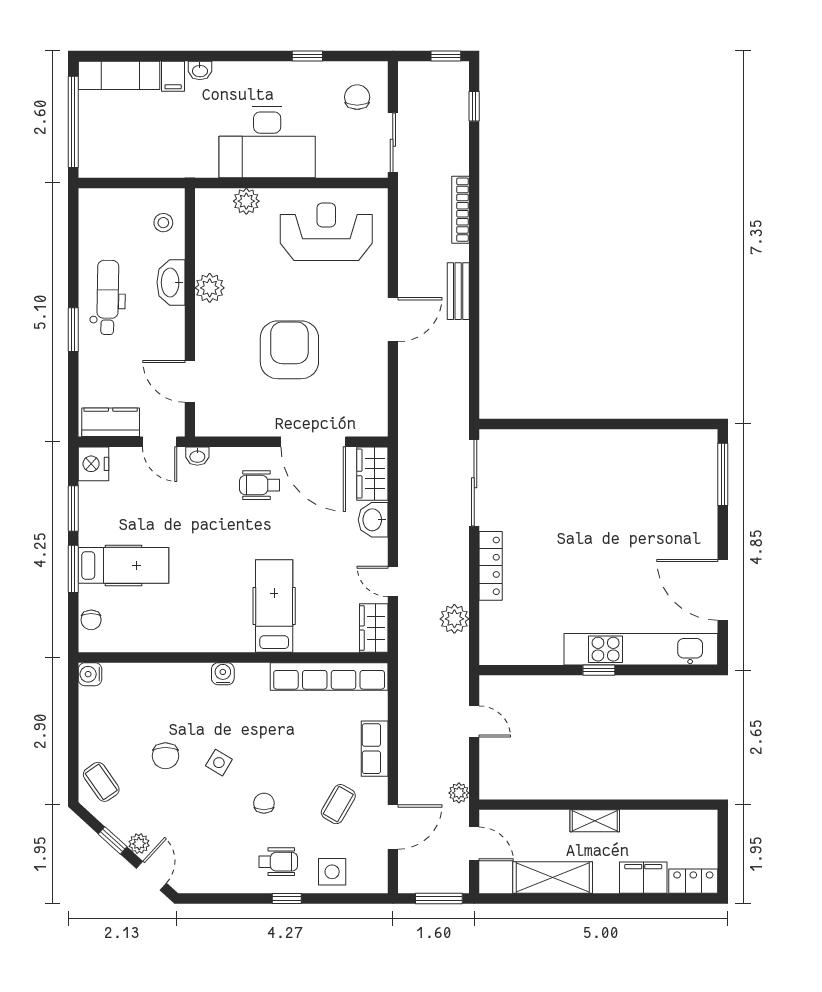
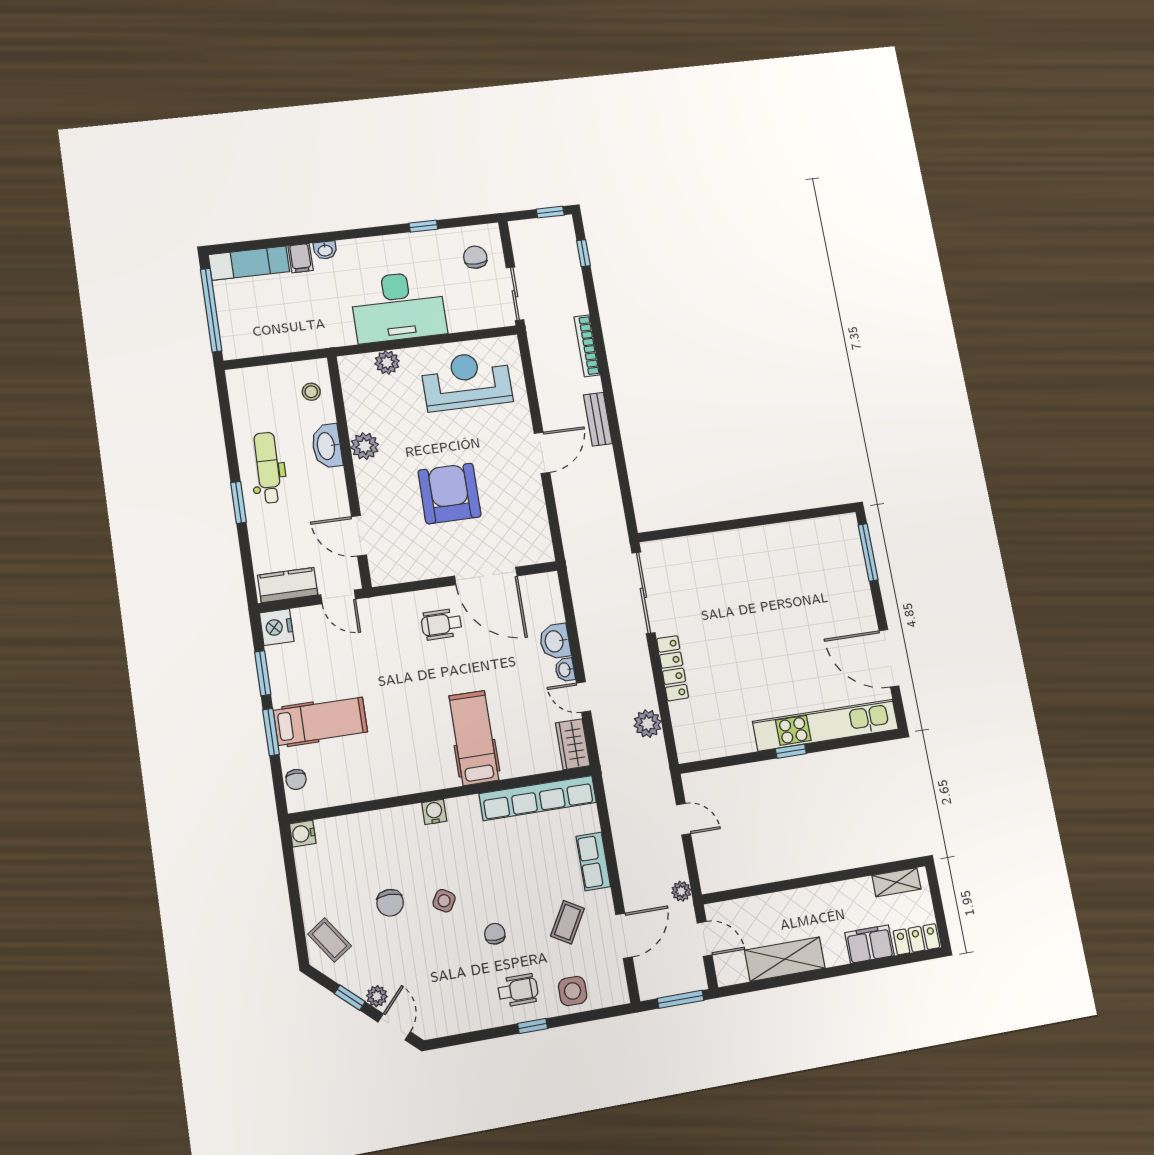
washbasin: (197, 456) -> (565, 670), moved, turned 90
wardrobe: (372, 474) -> (547, 598), removed
shelving: (595, 821) -> (896, 882), moved

